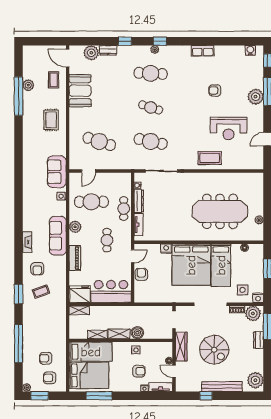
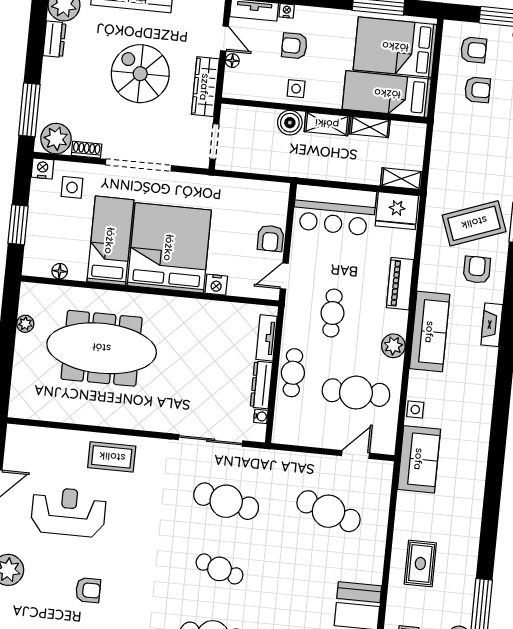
coffee table: (41, 292) -> (474, 223), width x1.86, depth x1.72
dresser: (258, 340) -> (54, 39), moved

